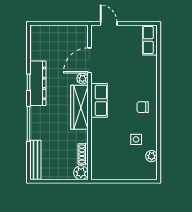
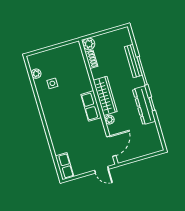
door: (89, 60) -> (111, 146), moved
chair: (143, 107) -> (55, 111), removed
bench: (35, 160) -> (133, 61), moved

